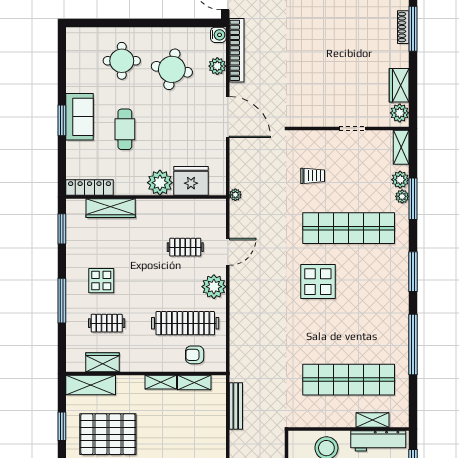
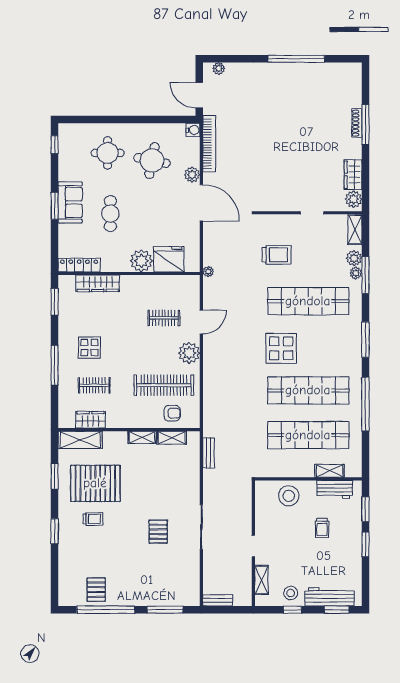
window: (62, 51) -> (55, 145), added
plant: (217, 66) -> (192, 175), moved
trolley: (313, 176) -> (277, 255), width x1.36, depth x1.39
shop shelf: (349, 329) -> (308, 390), added
armchair: (195, 355) -> (172, 413), turned 180
bench: (236, 406) -> (209, 453), width x0.73
workbench: (378, 441) -> (335, 489), width x0.73

